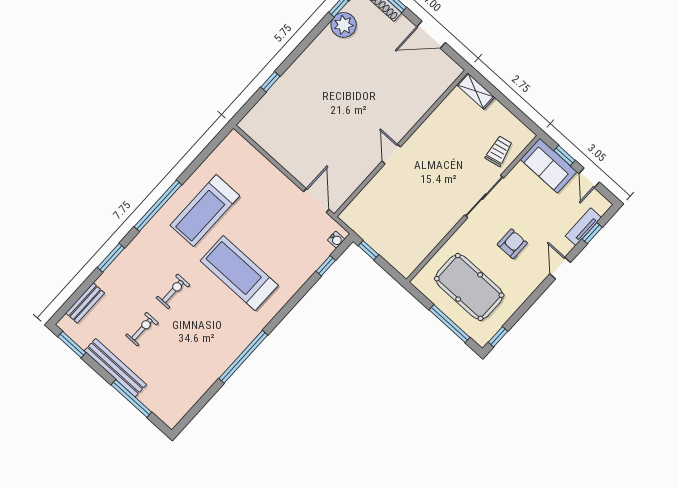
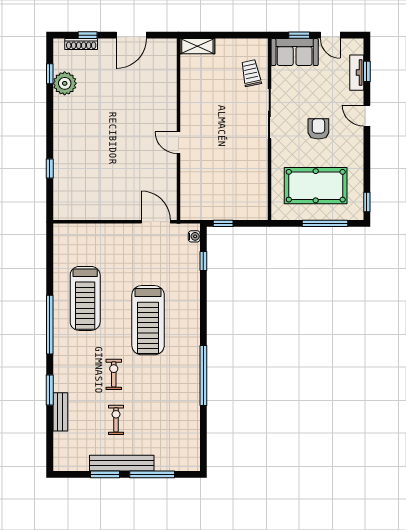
treadmill: (239, 273) -> (148, 320), turned -90
bench: (85, 303) -> (60, 412), moved
window: (72, 345) -> (105, 474), moved

